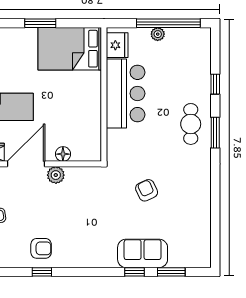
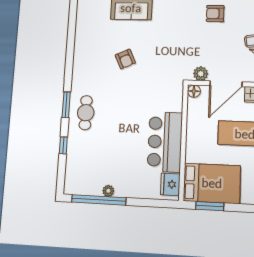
fridge: (117, 45) -> (170, 184), moved
bed: (70, 49) -> (212, 183), moved
bar counter: (126, 93) -> (165, 142), moved
wall: (104, 94) -> (183, 142), moved

